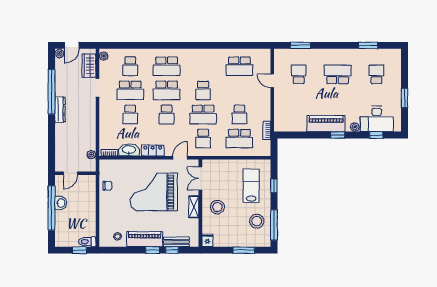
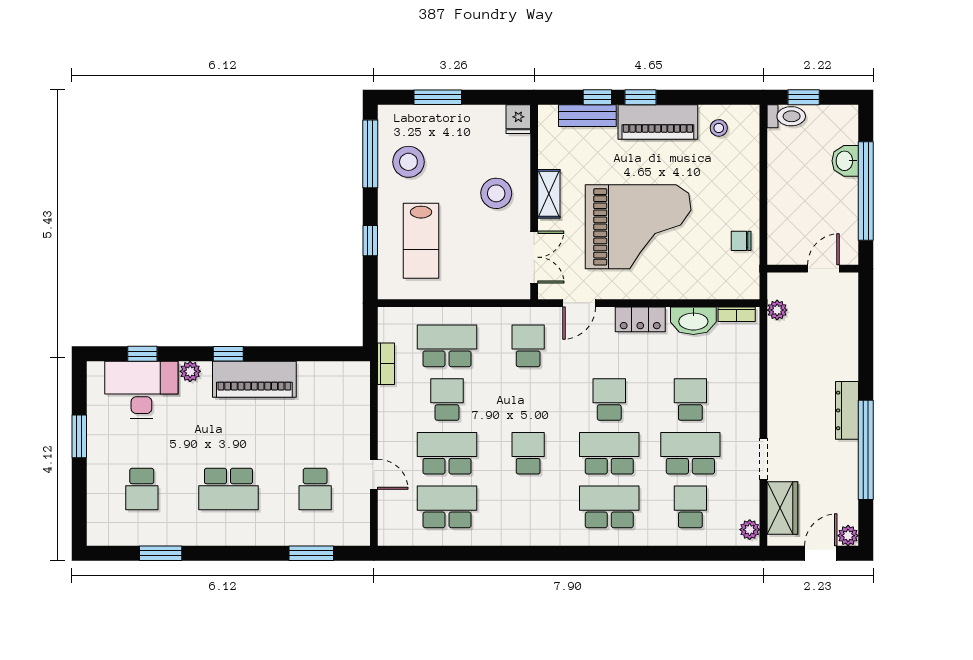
school desk: (203, 114) -> (447, 453), moved
washbasin: (61, 203) -> (845, 161), moved

